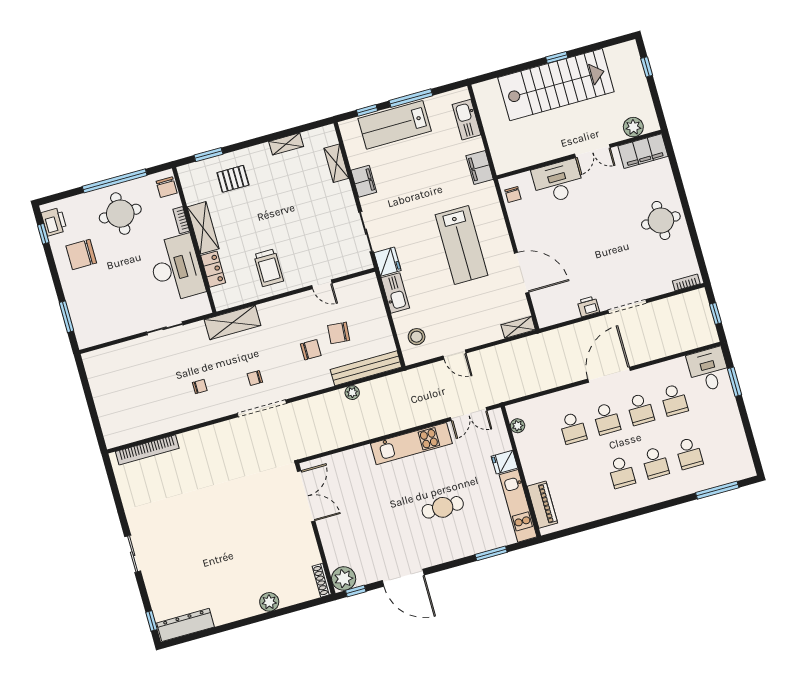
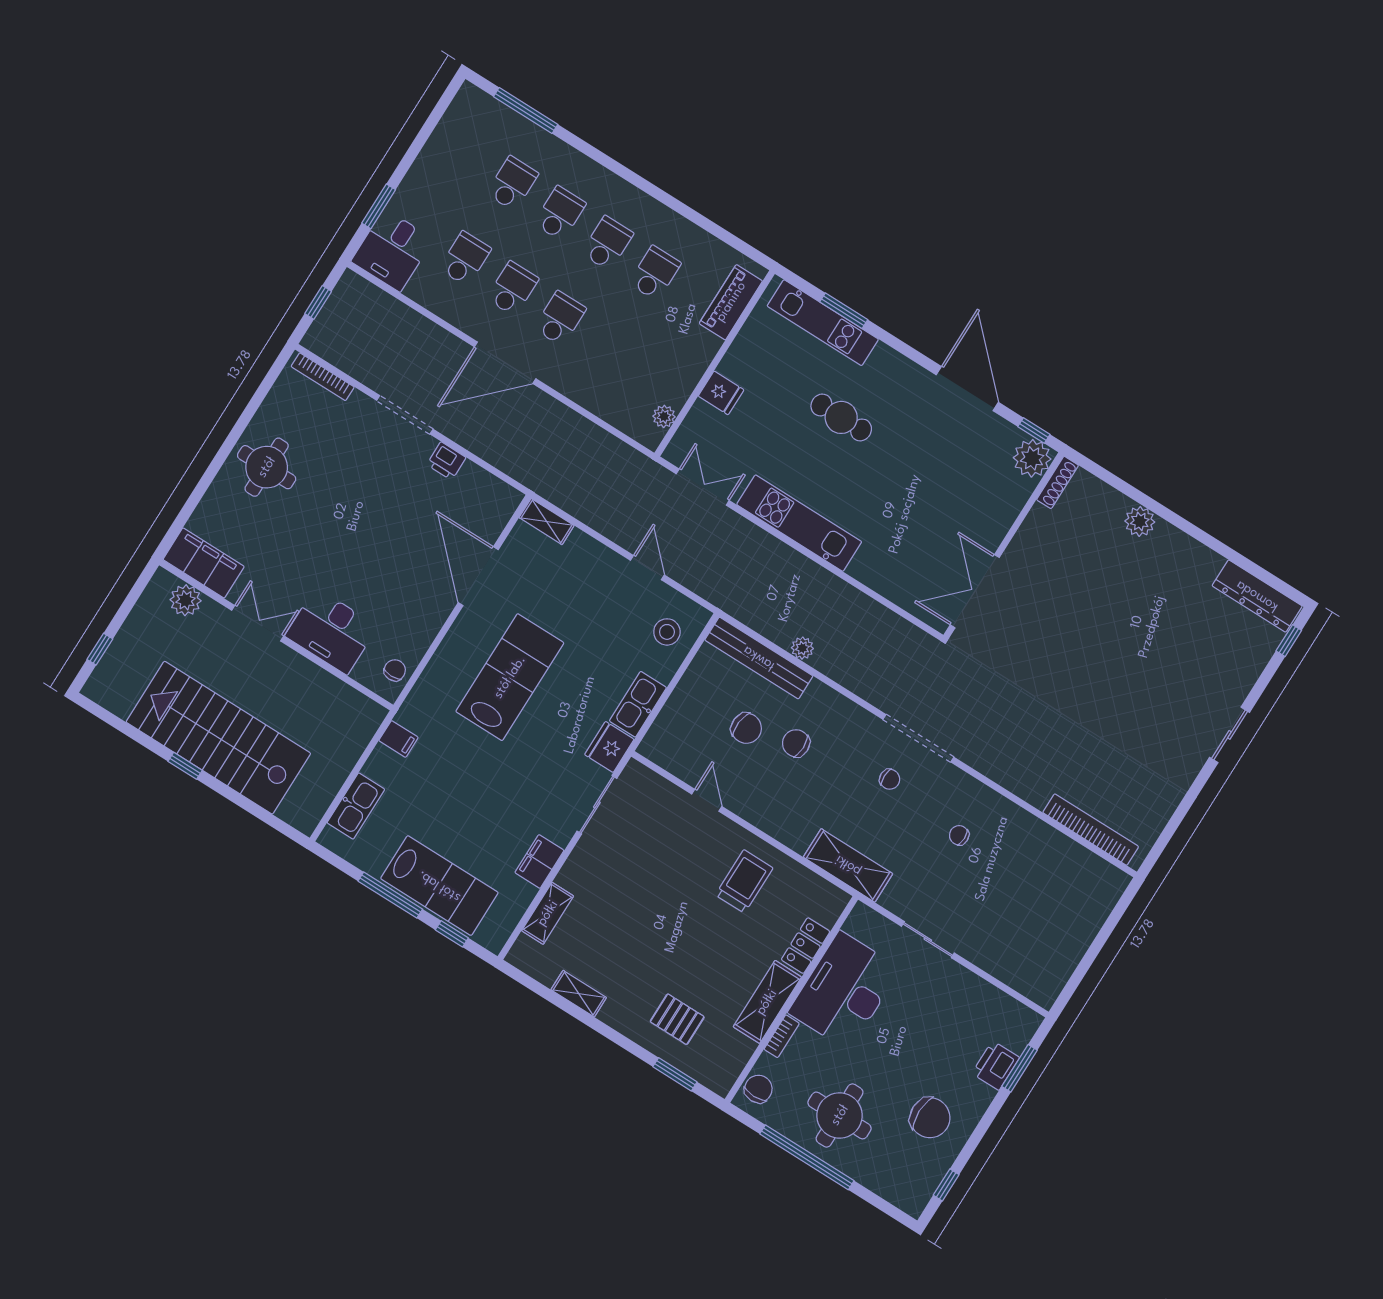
filing cabinet: (480, 167) -> (399, 739), width x0.50
printer: (54, 222) -> (996, 1066), moved
bookcase: (686, 282) -> (323, 377), width x1.56
school desk: (573, 428) -> (655, 273), moved
kitchen unit: (518, 506) -> (823, 323), moved, turned 90

